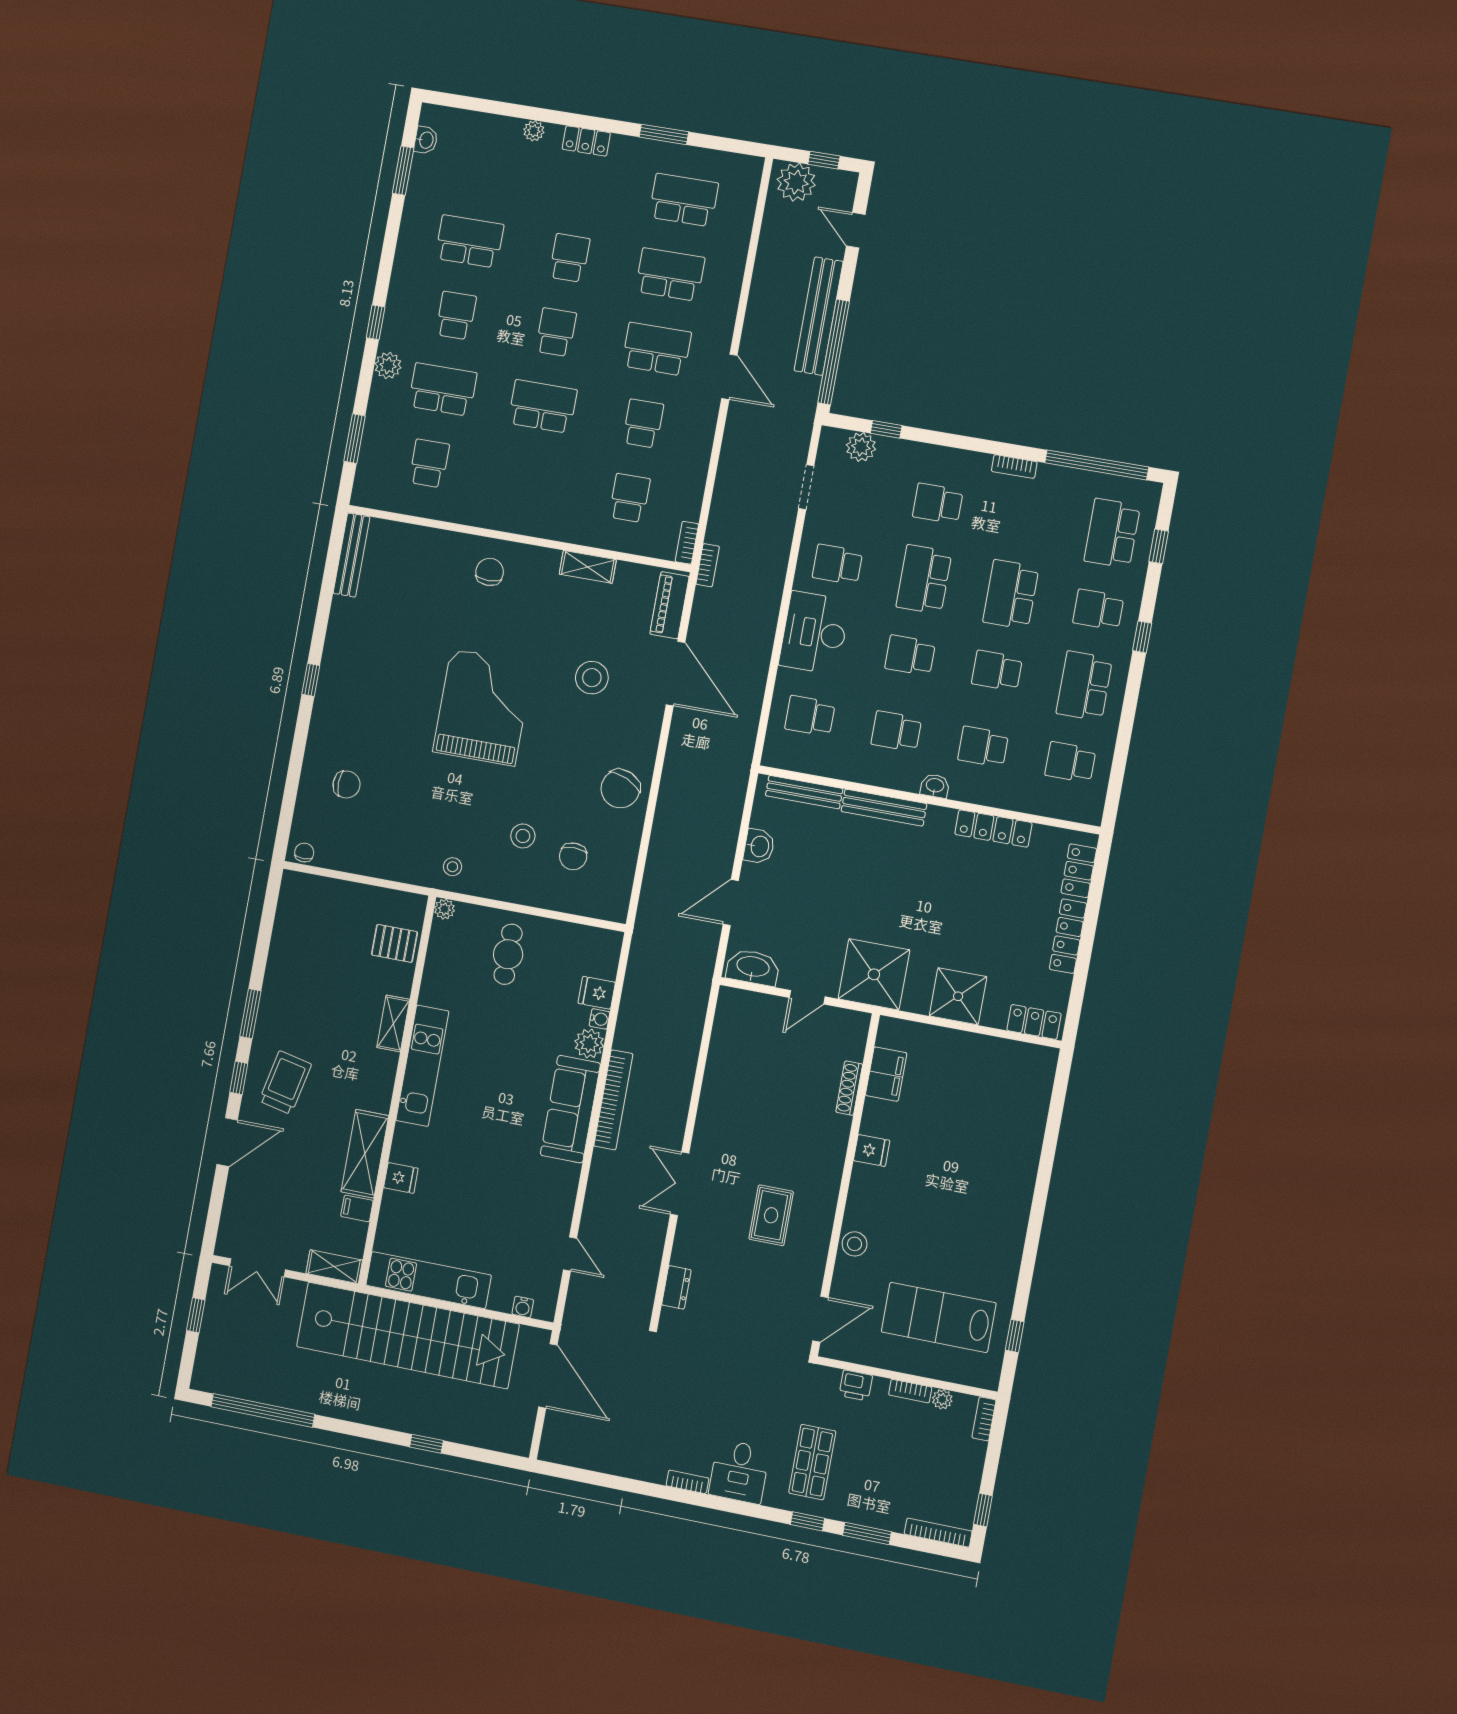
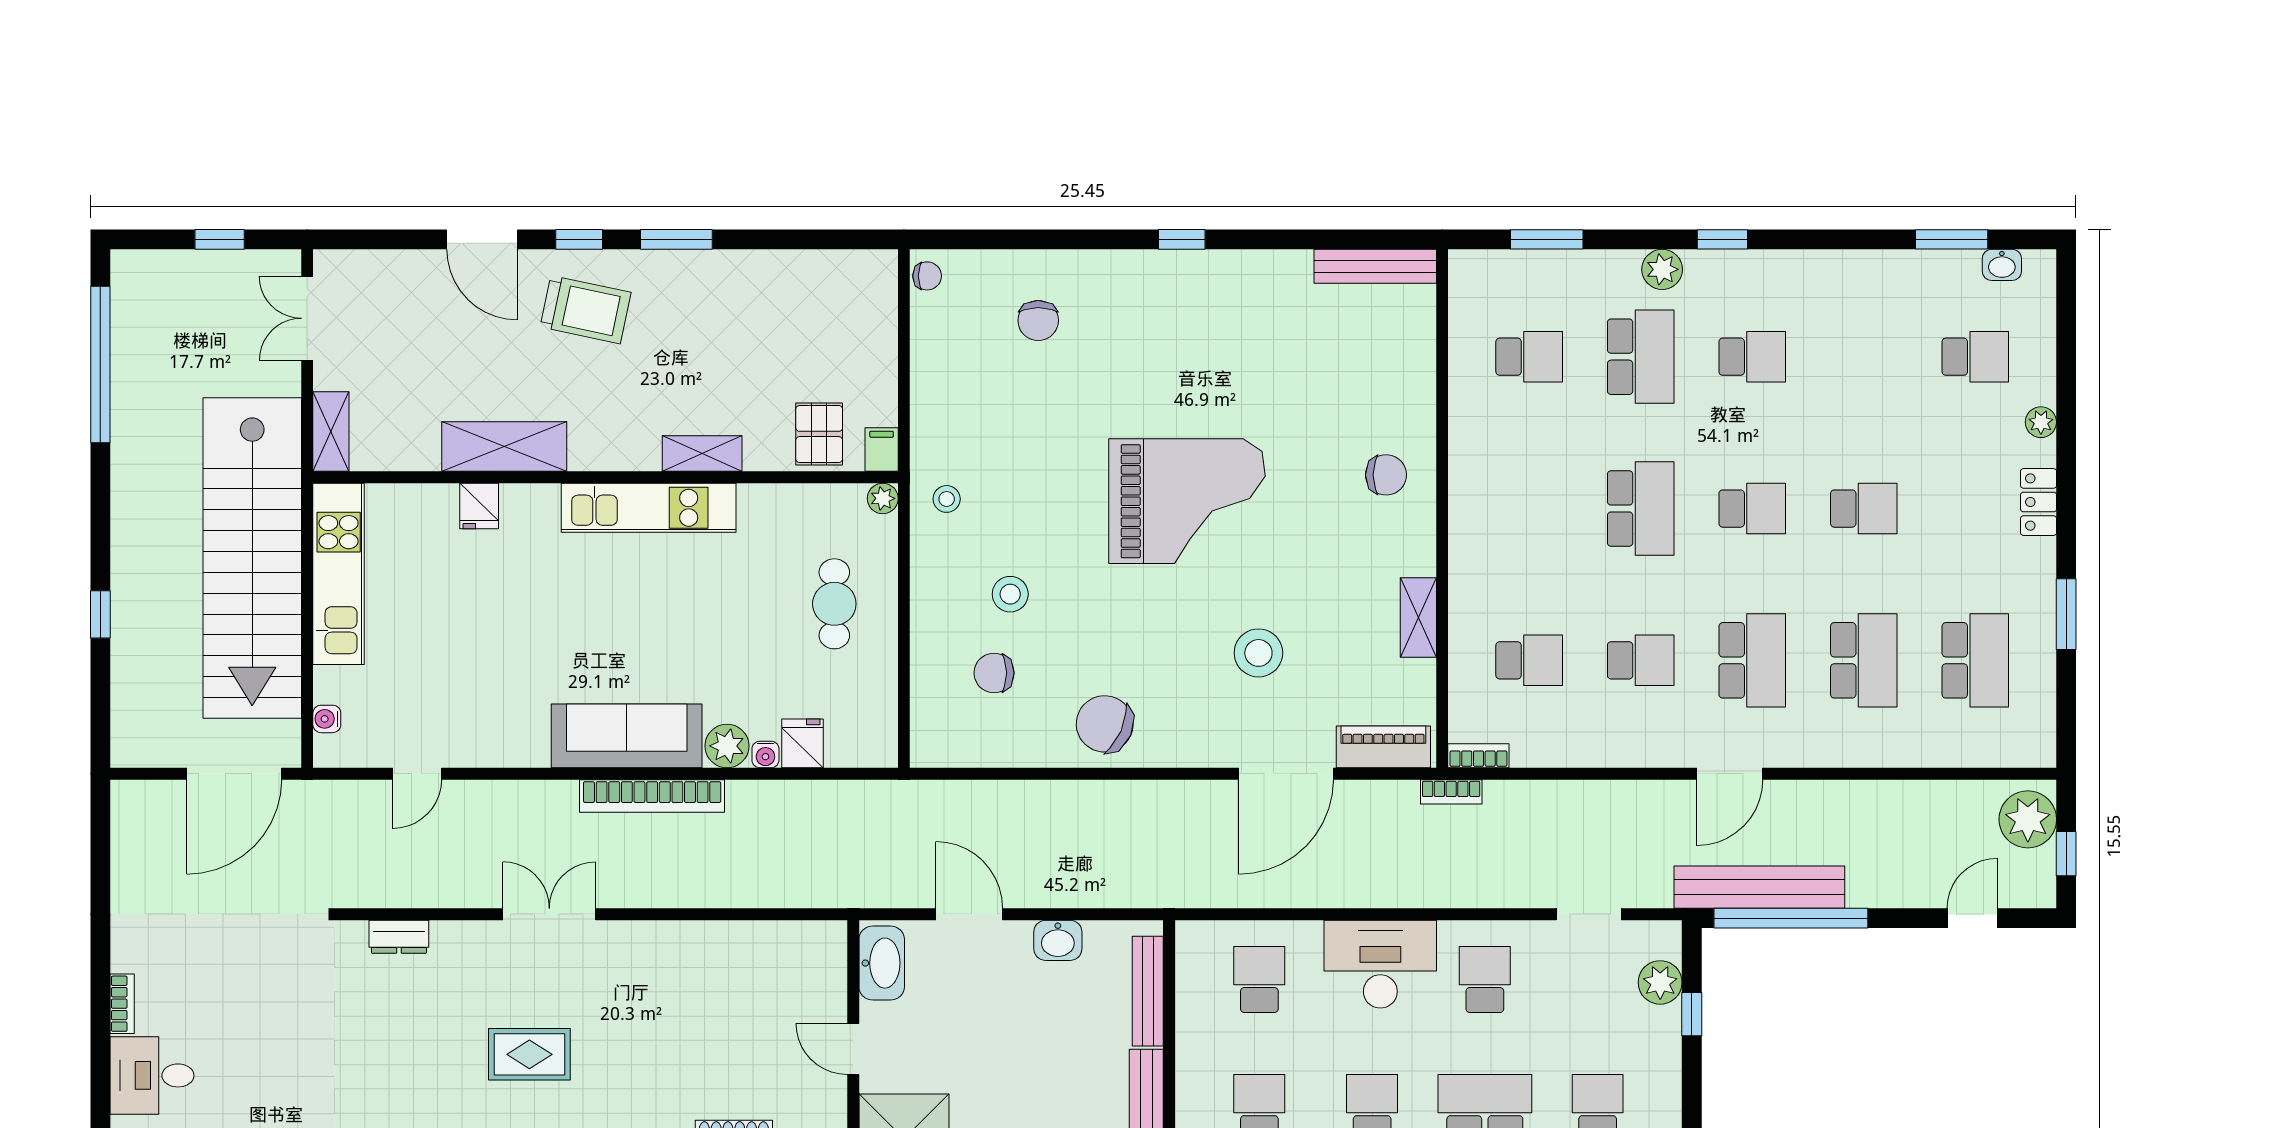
school desk: (469, 241) -> (1975, 357), moved, width x0.54
bench: (819, 316) -> (1759, 887), moved
cafe table: (508, 954) -> (834, 604), turned 90
filing cabinet: (357, 1208) -> (882, 450), moved

